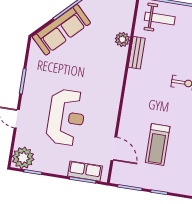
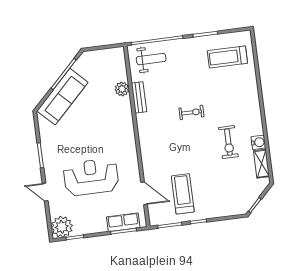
reception desk: (66, 117) -> (91, 177), turned -90
treadmill: (158, 145) -> (183, 194), moved, turned 180

